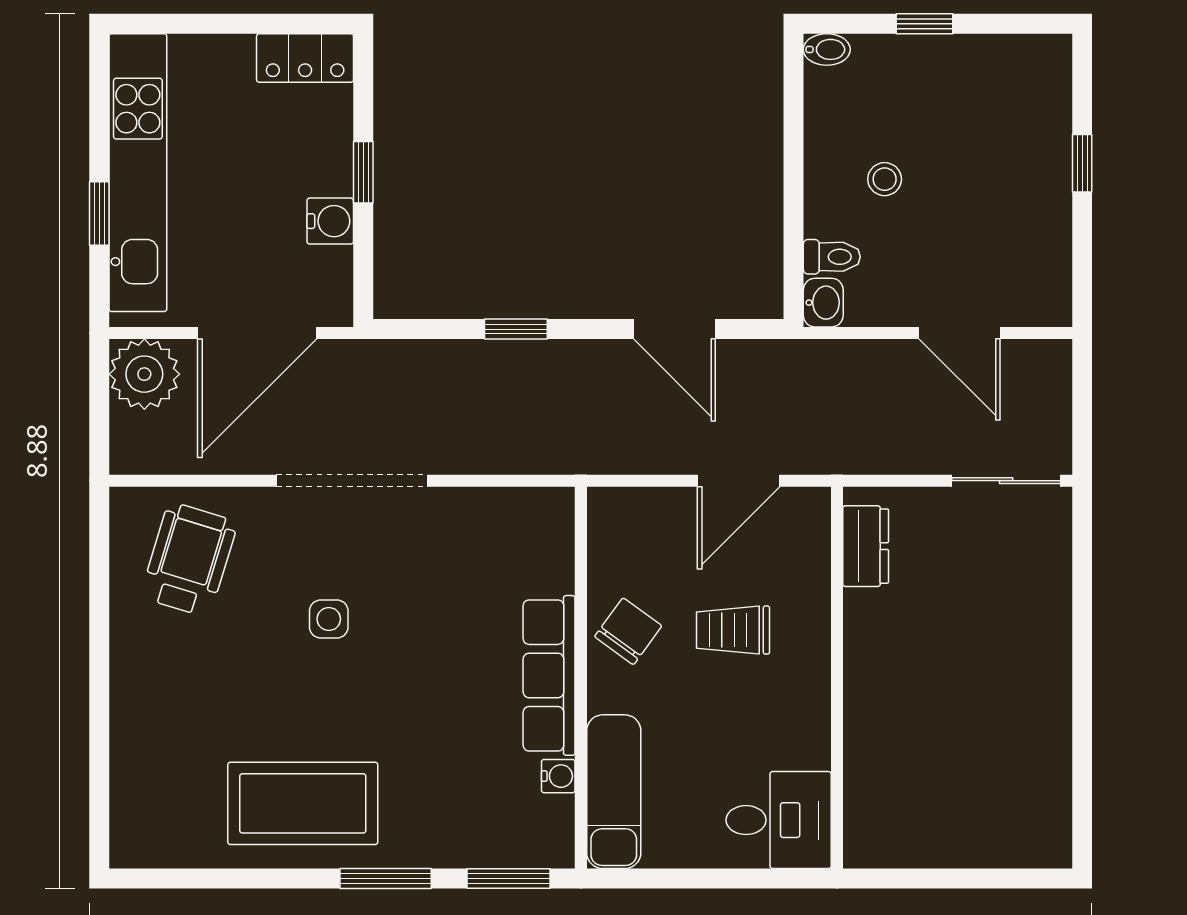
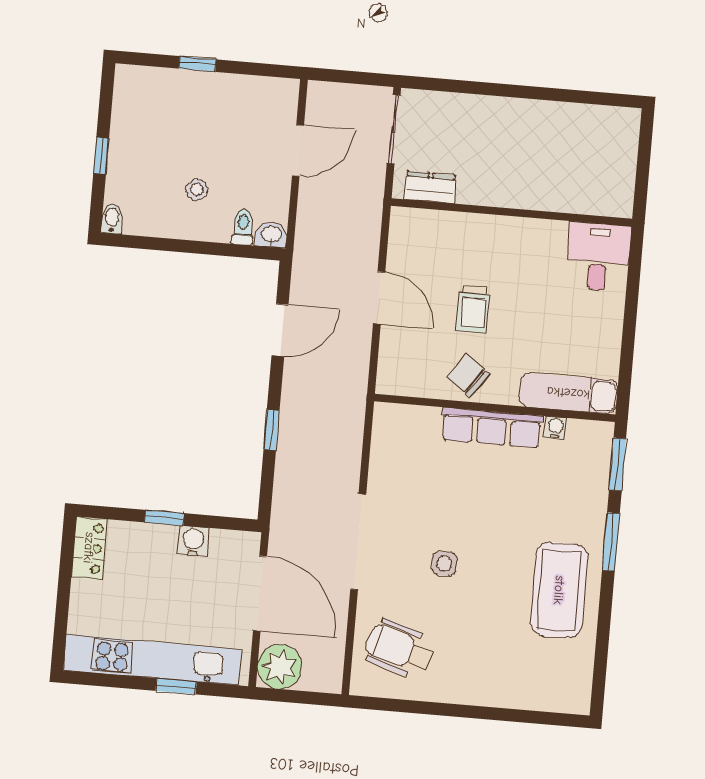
dresser: (866, 546) -> (430, 187), moved
wall: (837, 678) -> (512, 212), moved
desk: (779, 820) -> (598, 257), moved

